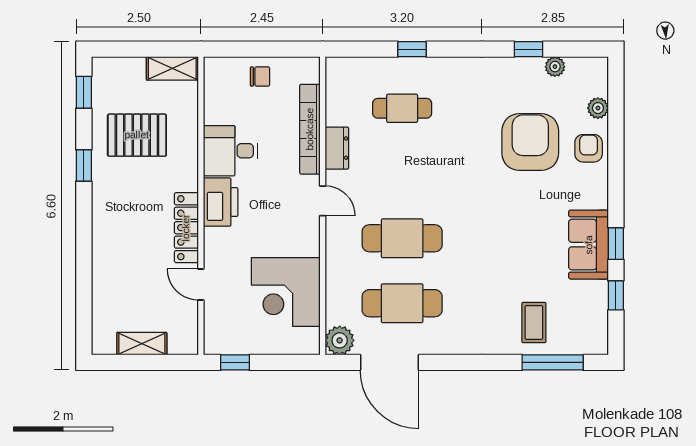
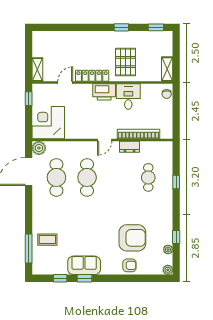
chair: (260, 77) -> (167, 94), moved
plant: (598, 108) -> (168, 270), moved
pallet: (137, 135) -> (126, 62), moved
corner desk: (286, 292) -> (48, 123), moved
shelving: (142, 344) -> (37, 70), moved

